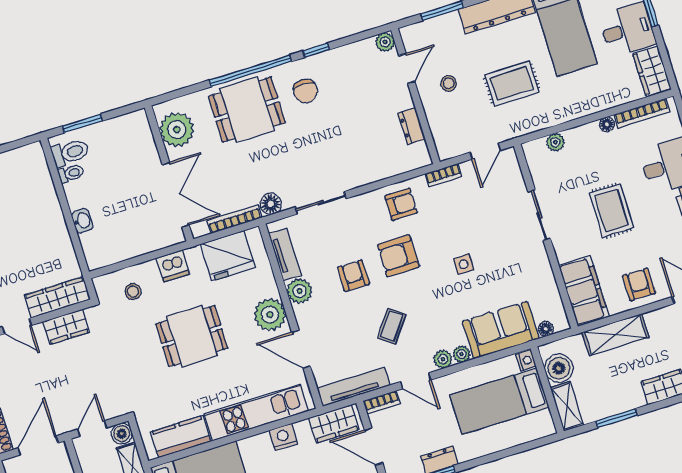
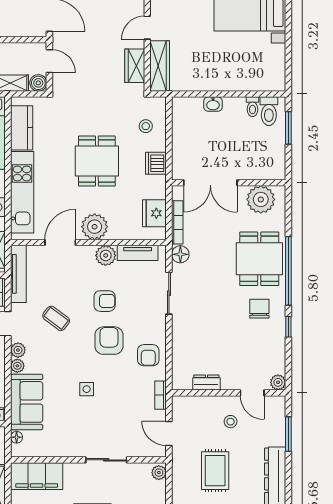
chair: (305, 91) -> (259, 309), turned 90
plant: (555, 142) -> (159, 473), moved
fridge: (228, 256) -> (154, 213), width x0.73, depth x0.75

